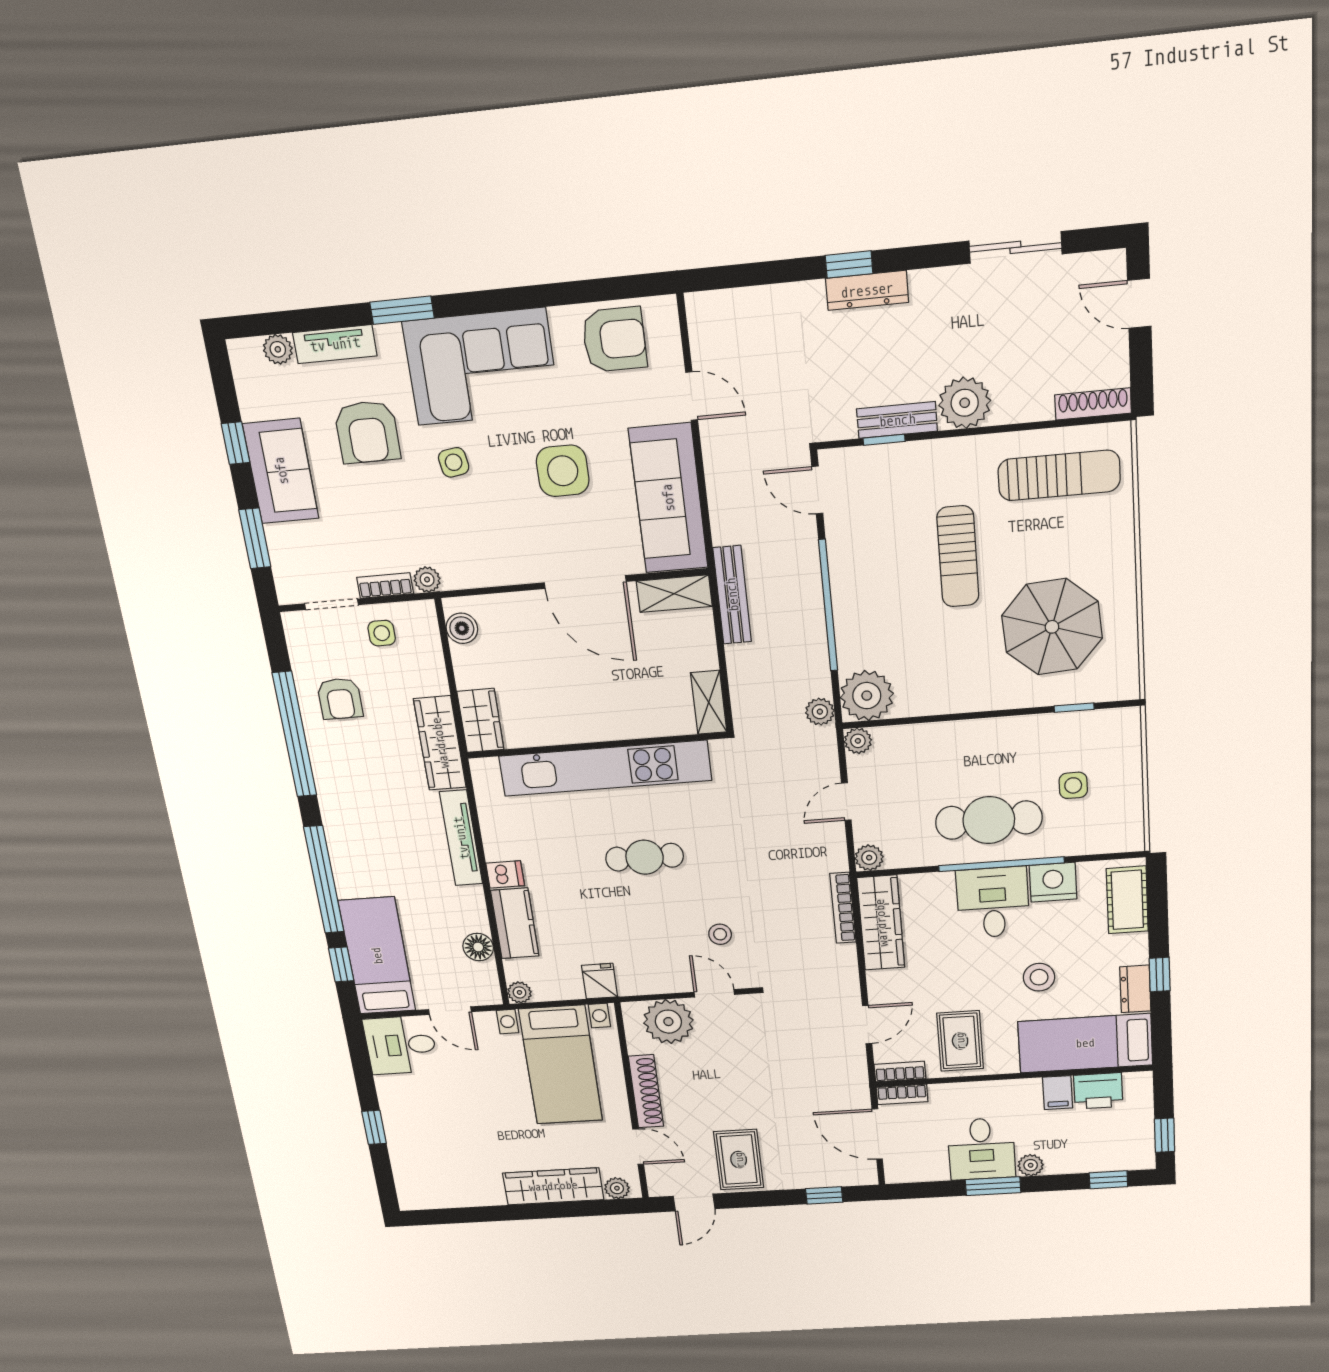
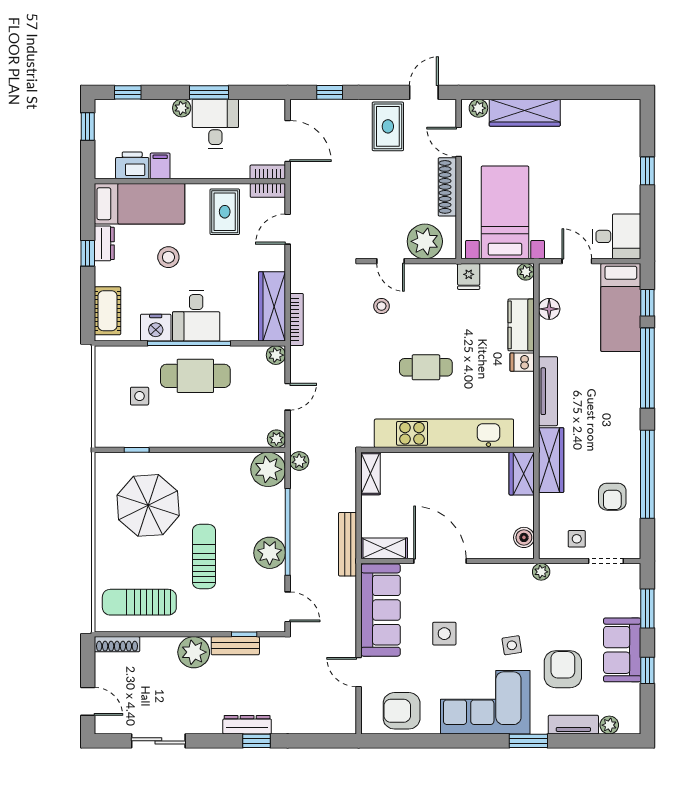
side table: (563, 471) -> (444, 634), width x0.73, depth x0.73
plant: (854, 571) -> (270, 553), added
bookcase: (385, 586) -> (569, 570), removed
armchair: (340, 699) -> (612, 497), turned 180

